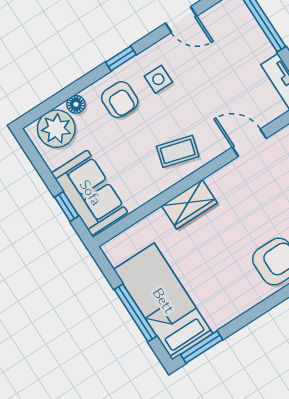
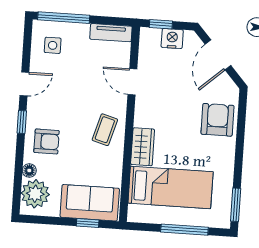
door: (181, 20) -> (24, 84), moved
side table: (158, 79) -> (53, 45), moved
door: (249, 143) -> (132, 82), hinge flipped
bed: (163, 301) -> (170, 187), moved, turned 180

